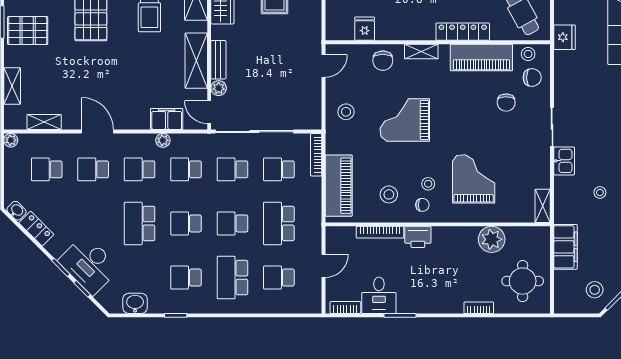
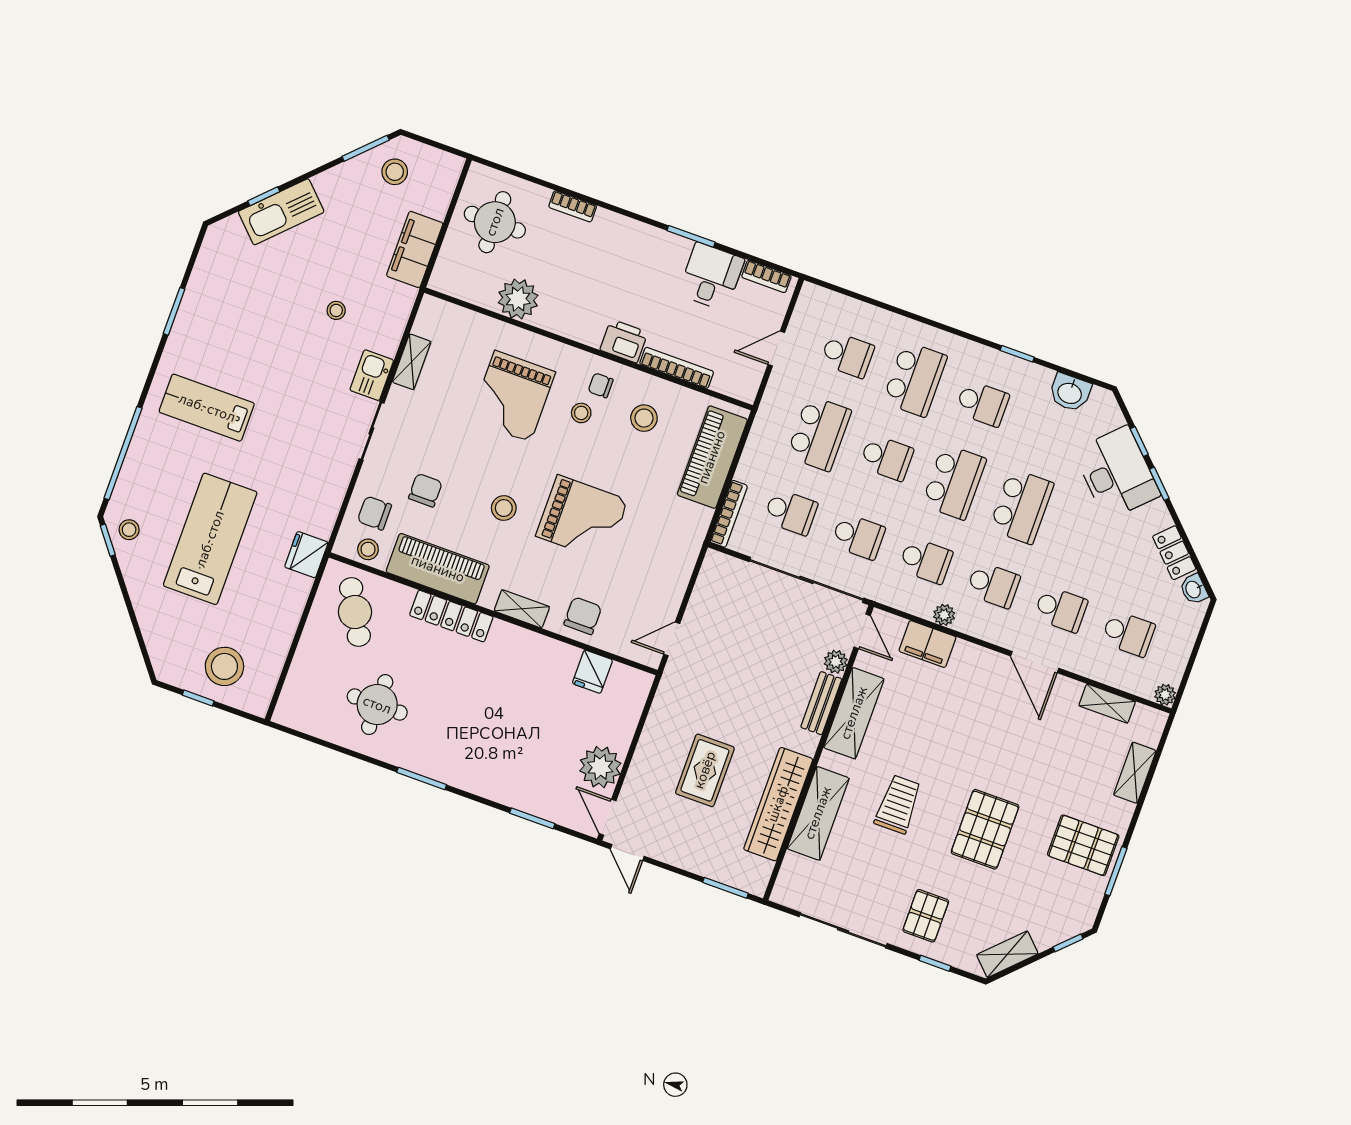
stool: (346, 112) -> (504, 508), moved
shelving: (543, 206) -> (412, 362), moved
school desk: (186, 223) -> (954, 482), width x1.85

